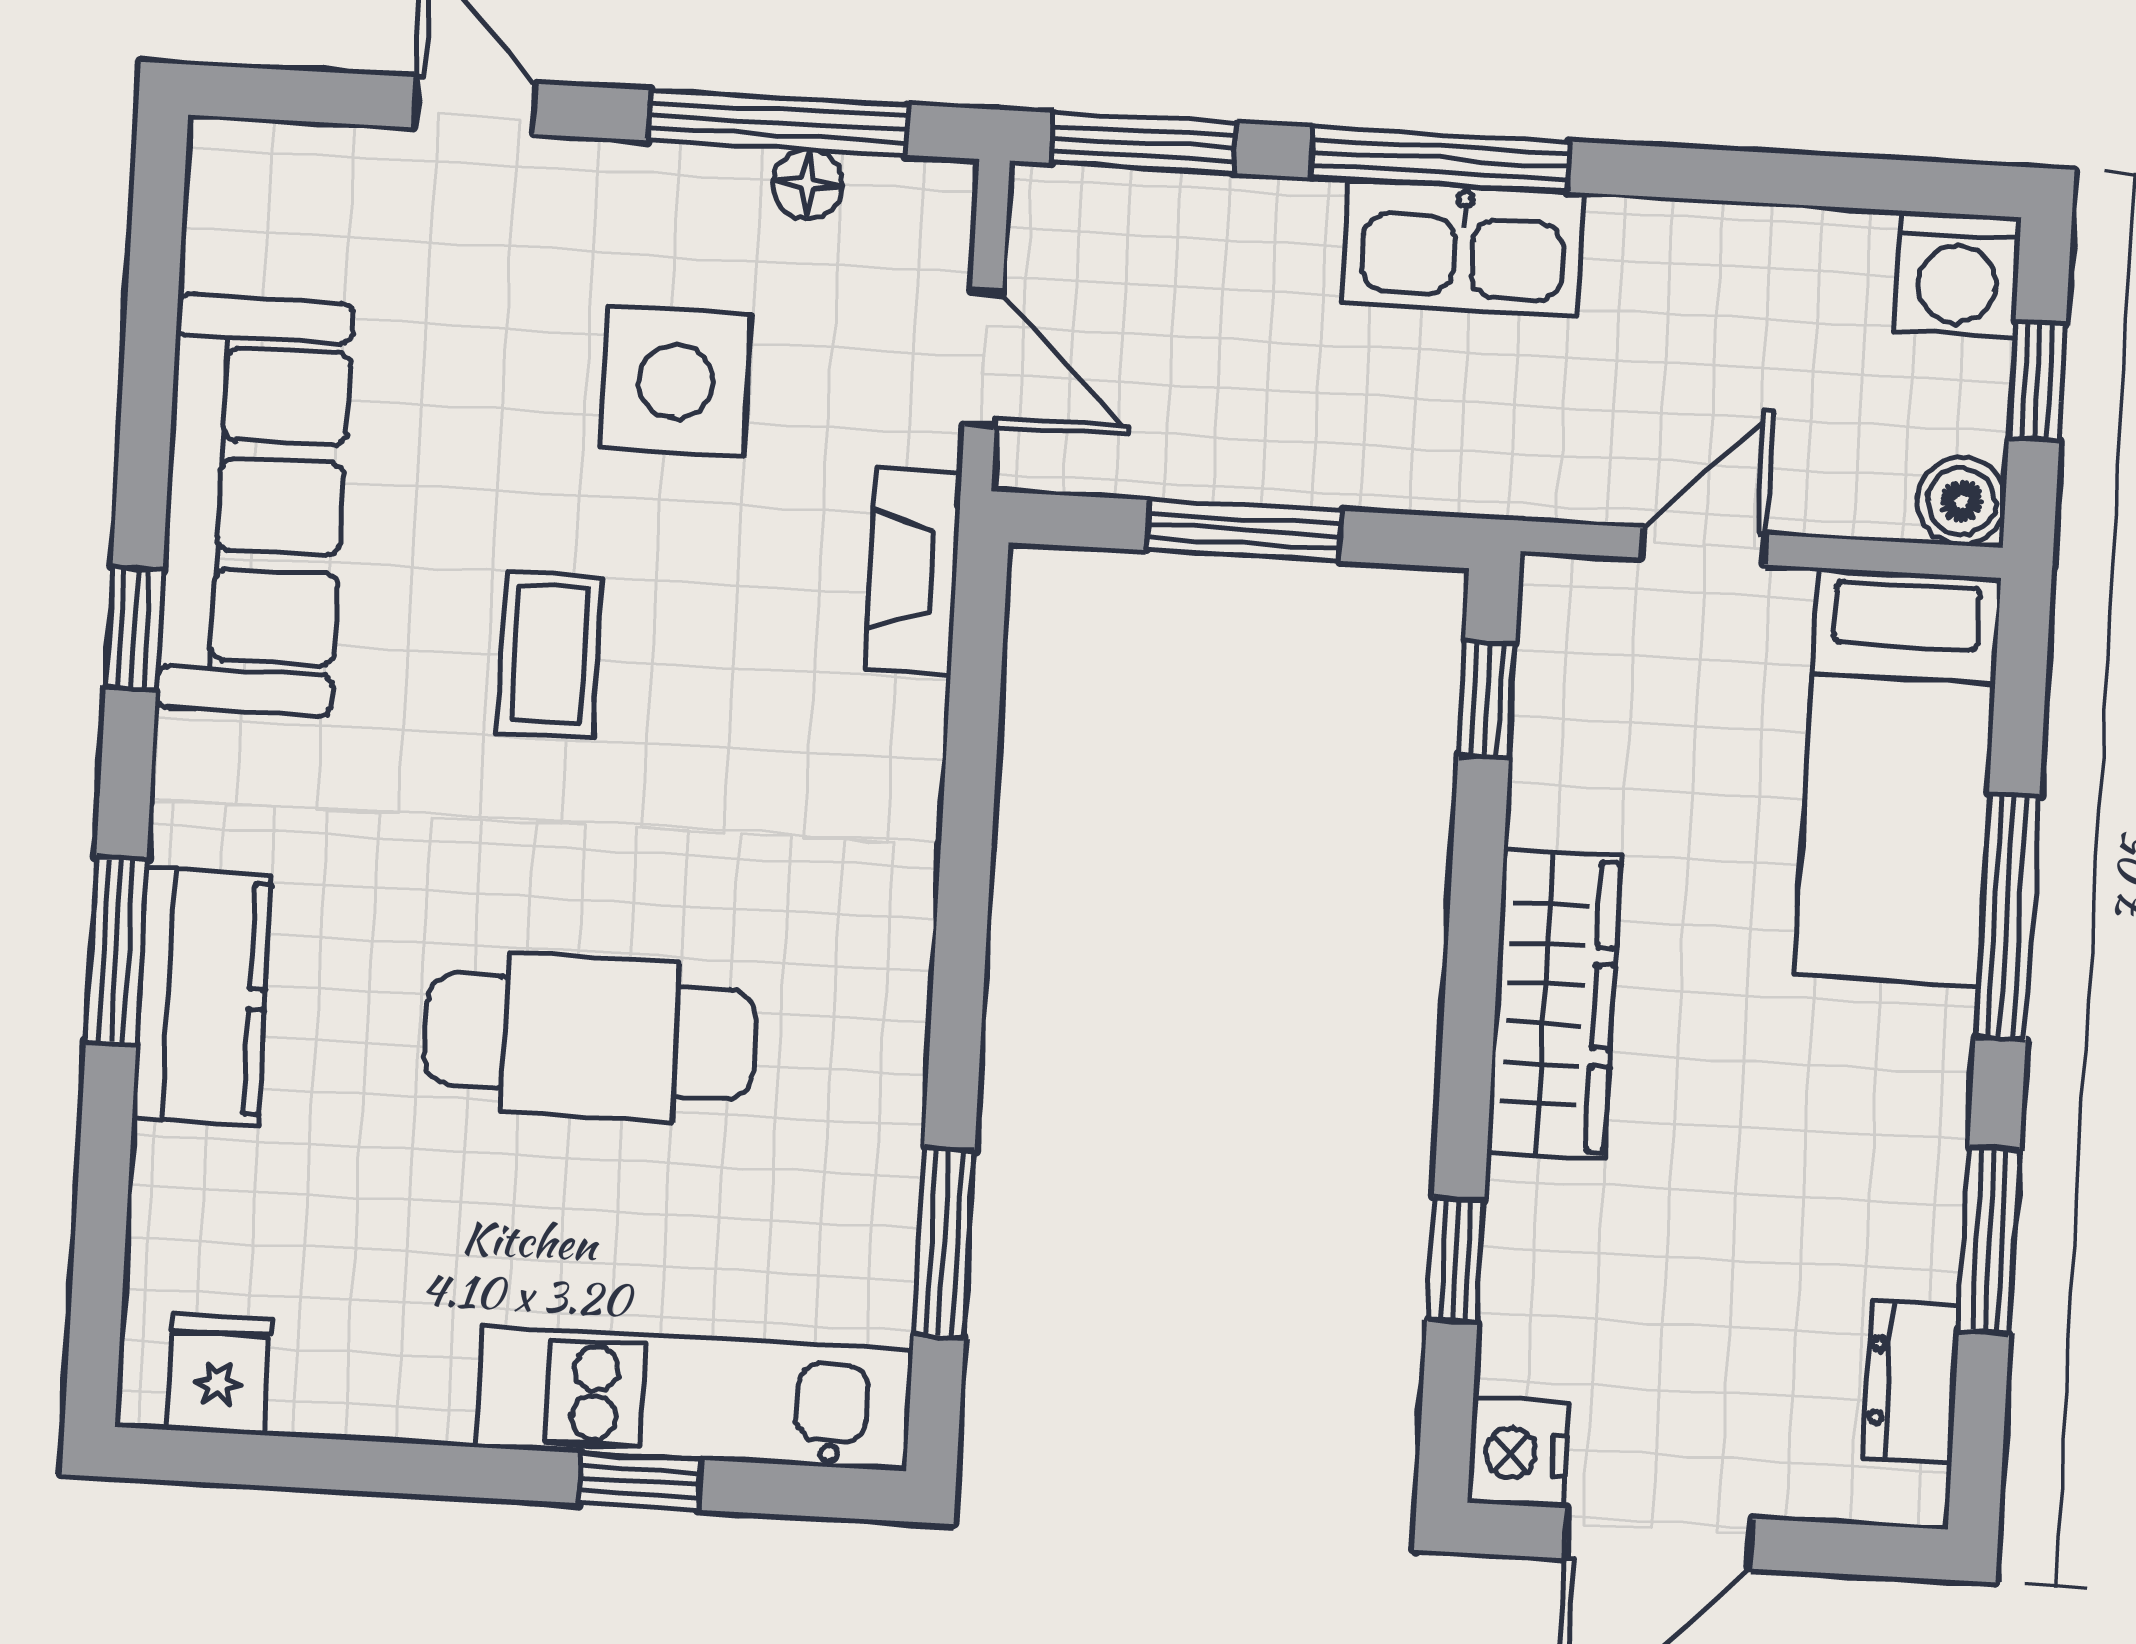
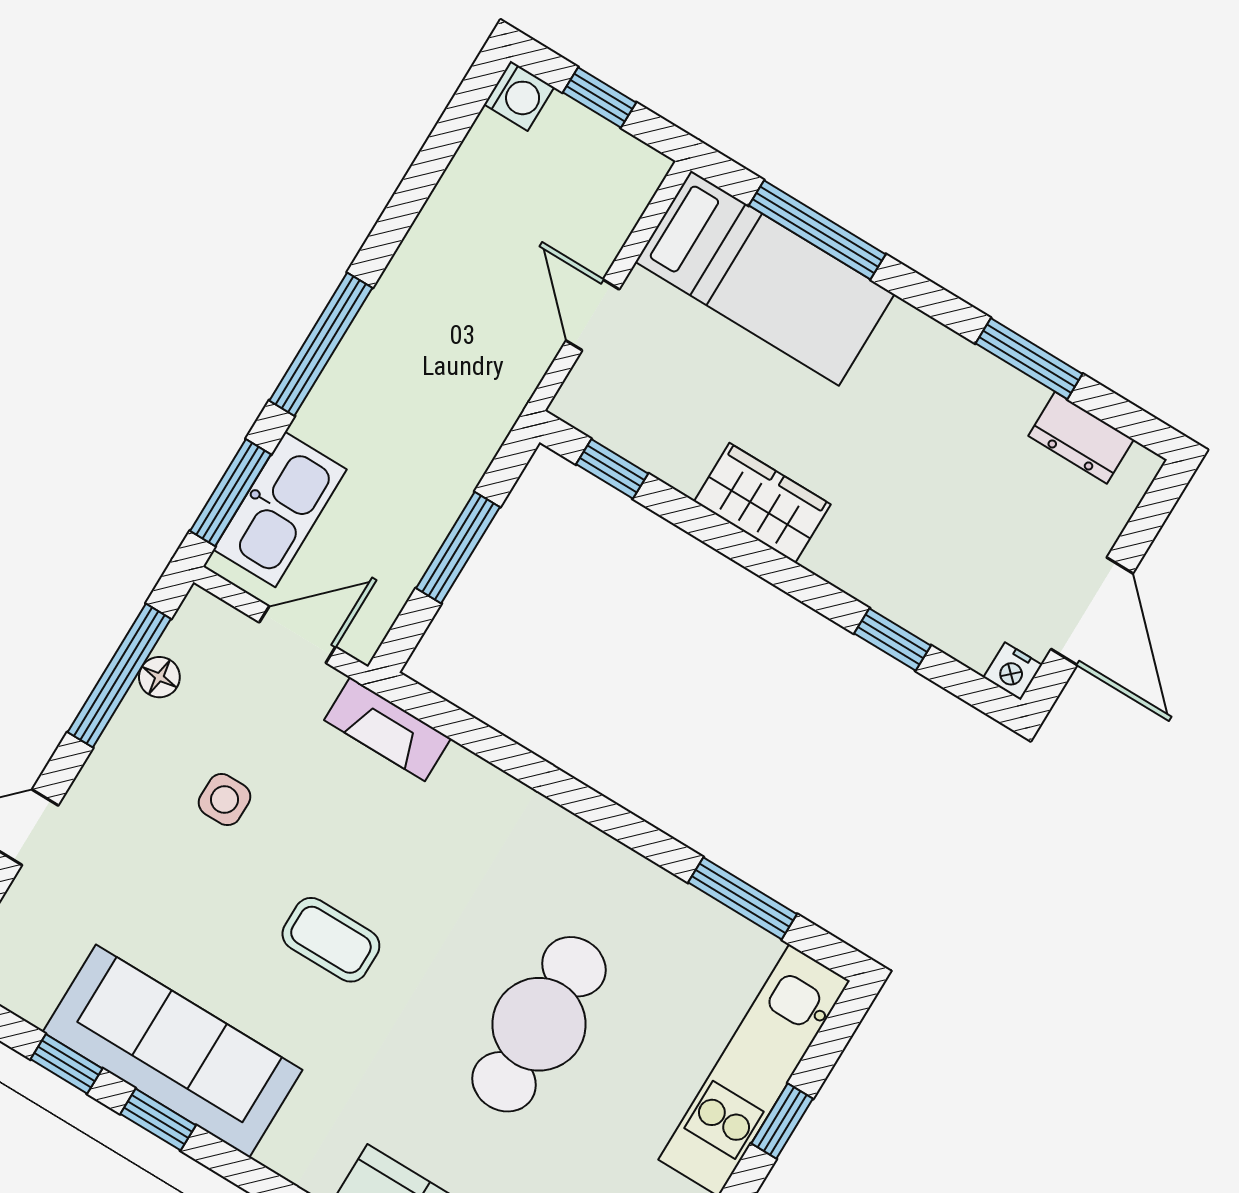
kitchen sink: (1463, 248) -> (280, 509), moved
washing machine: (1958, 274) -> (519, 96), width x0.73, depth x0.73
window: (149, 356) -> (66, 1064), added
side table: (676, 381) -> (225, 800), width x0.54, depth x0.54
boiler: (1961, 501) -> (640, 170), removed
window: (134, 628) -> (158, 1120), moved
window: (2007, 917) -> (817, 230), moved
wardrobe: (1554, 1004) -> (762, 503), width x0.67
nightstand: (1518, 1453) -> (1013, 671), width x0.72, depth x0.74

